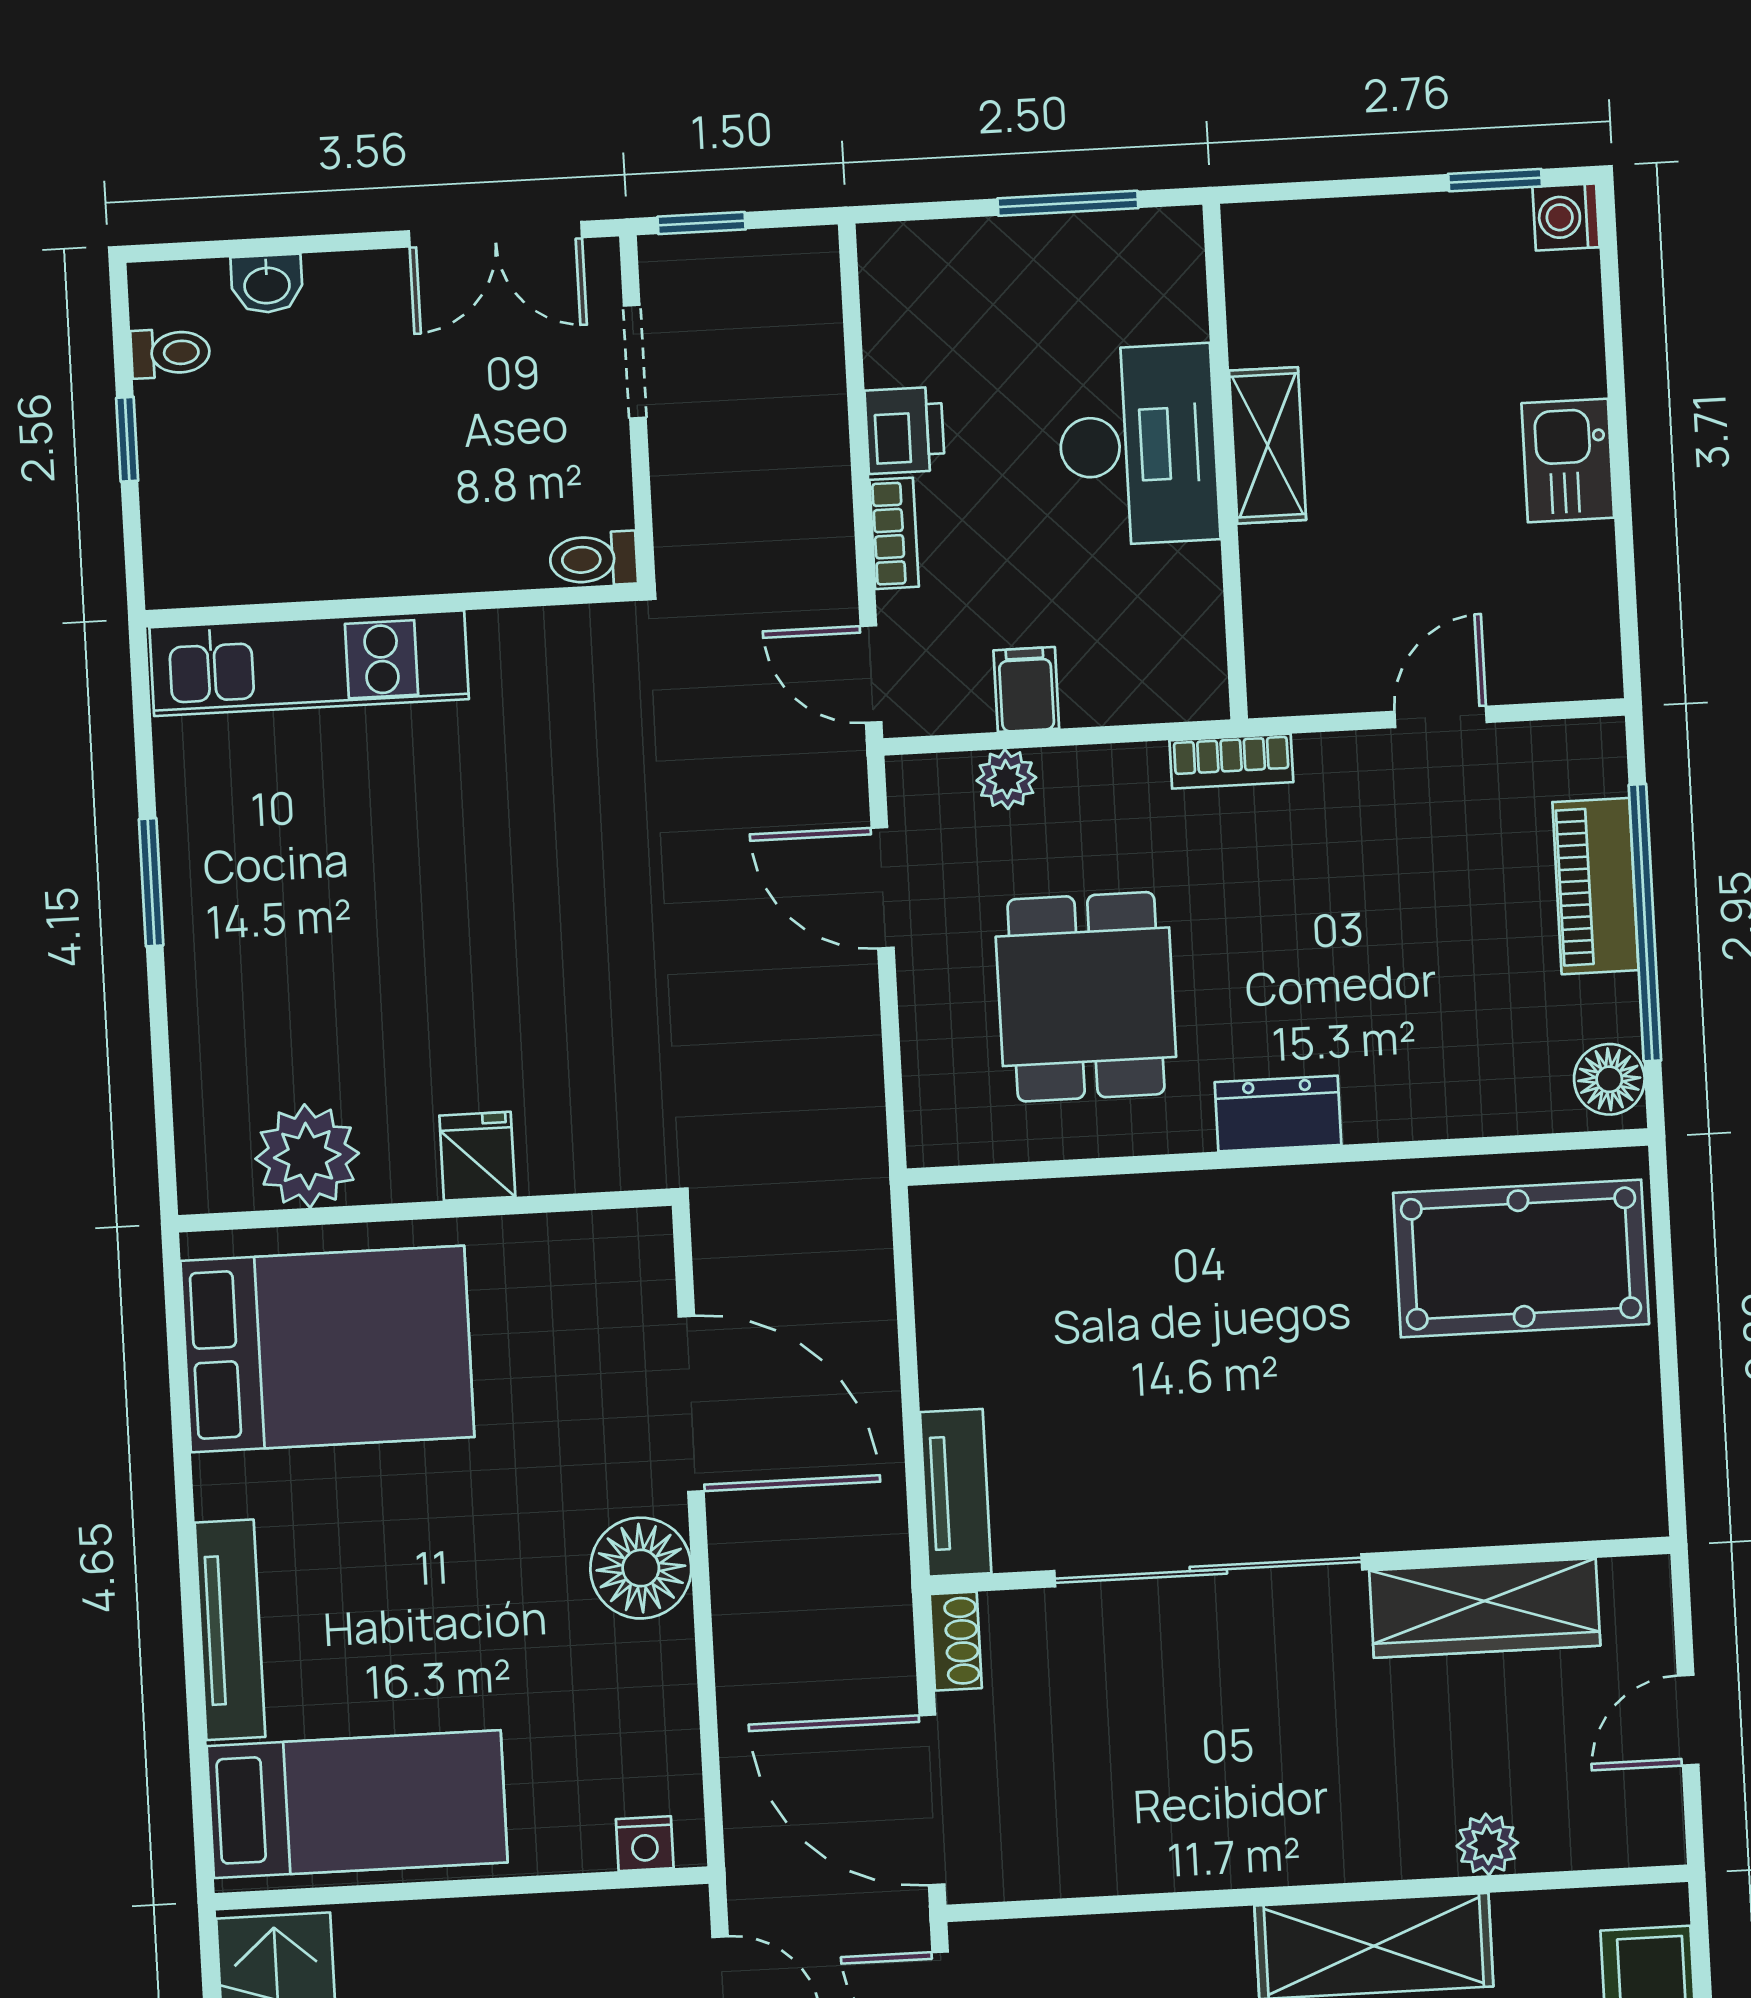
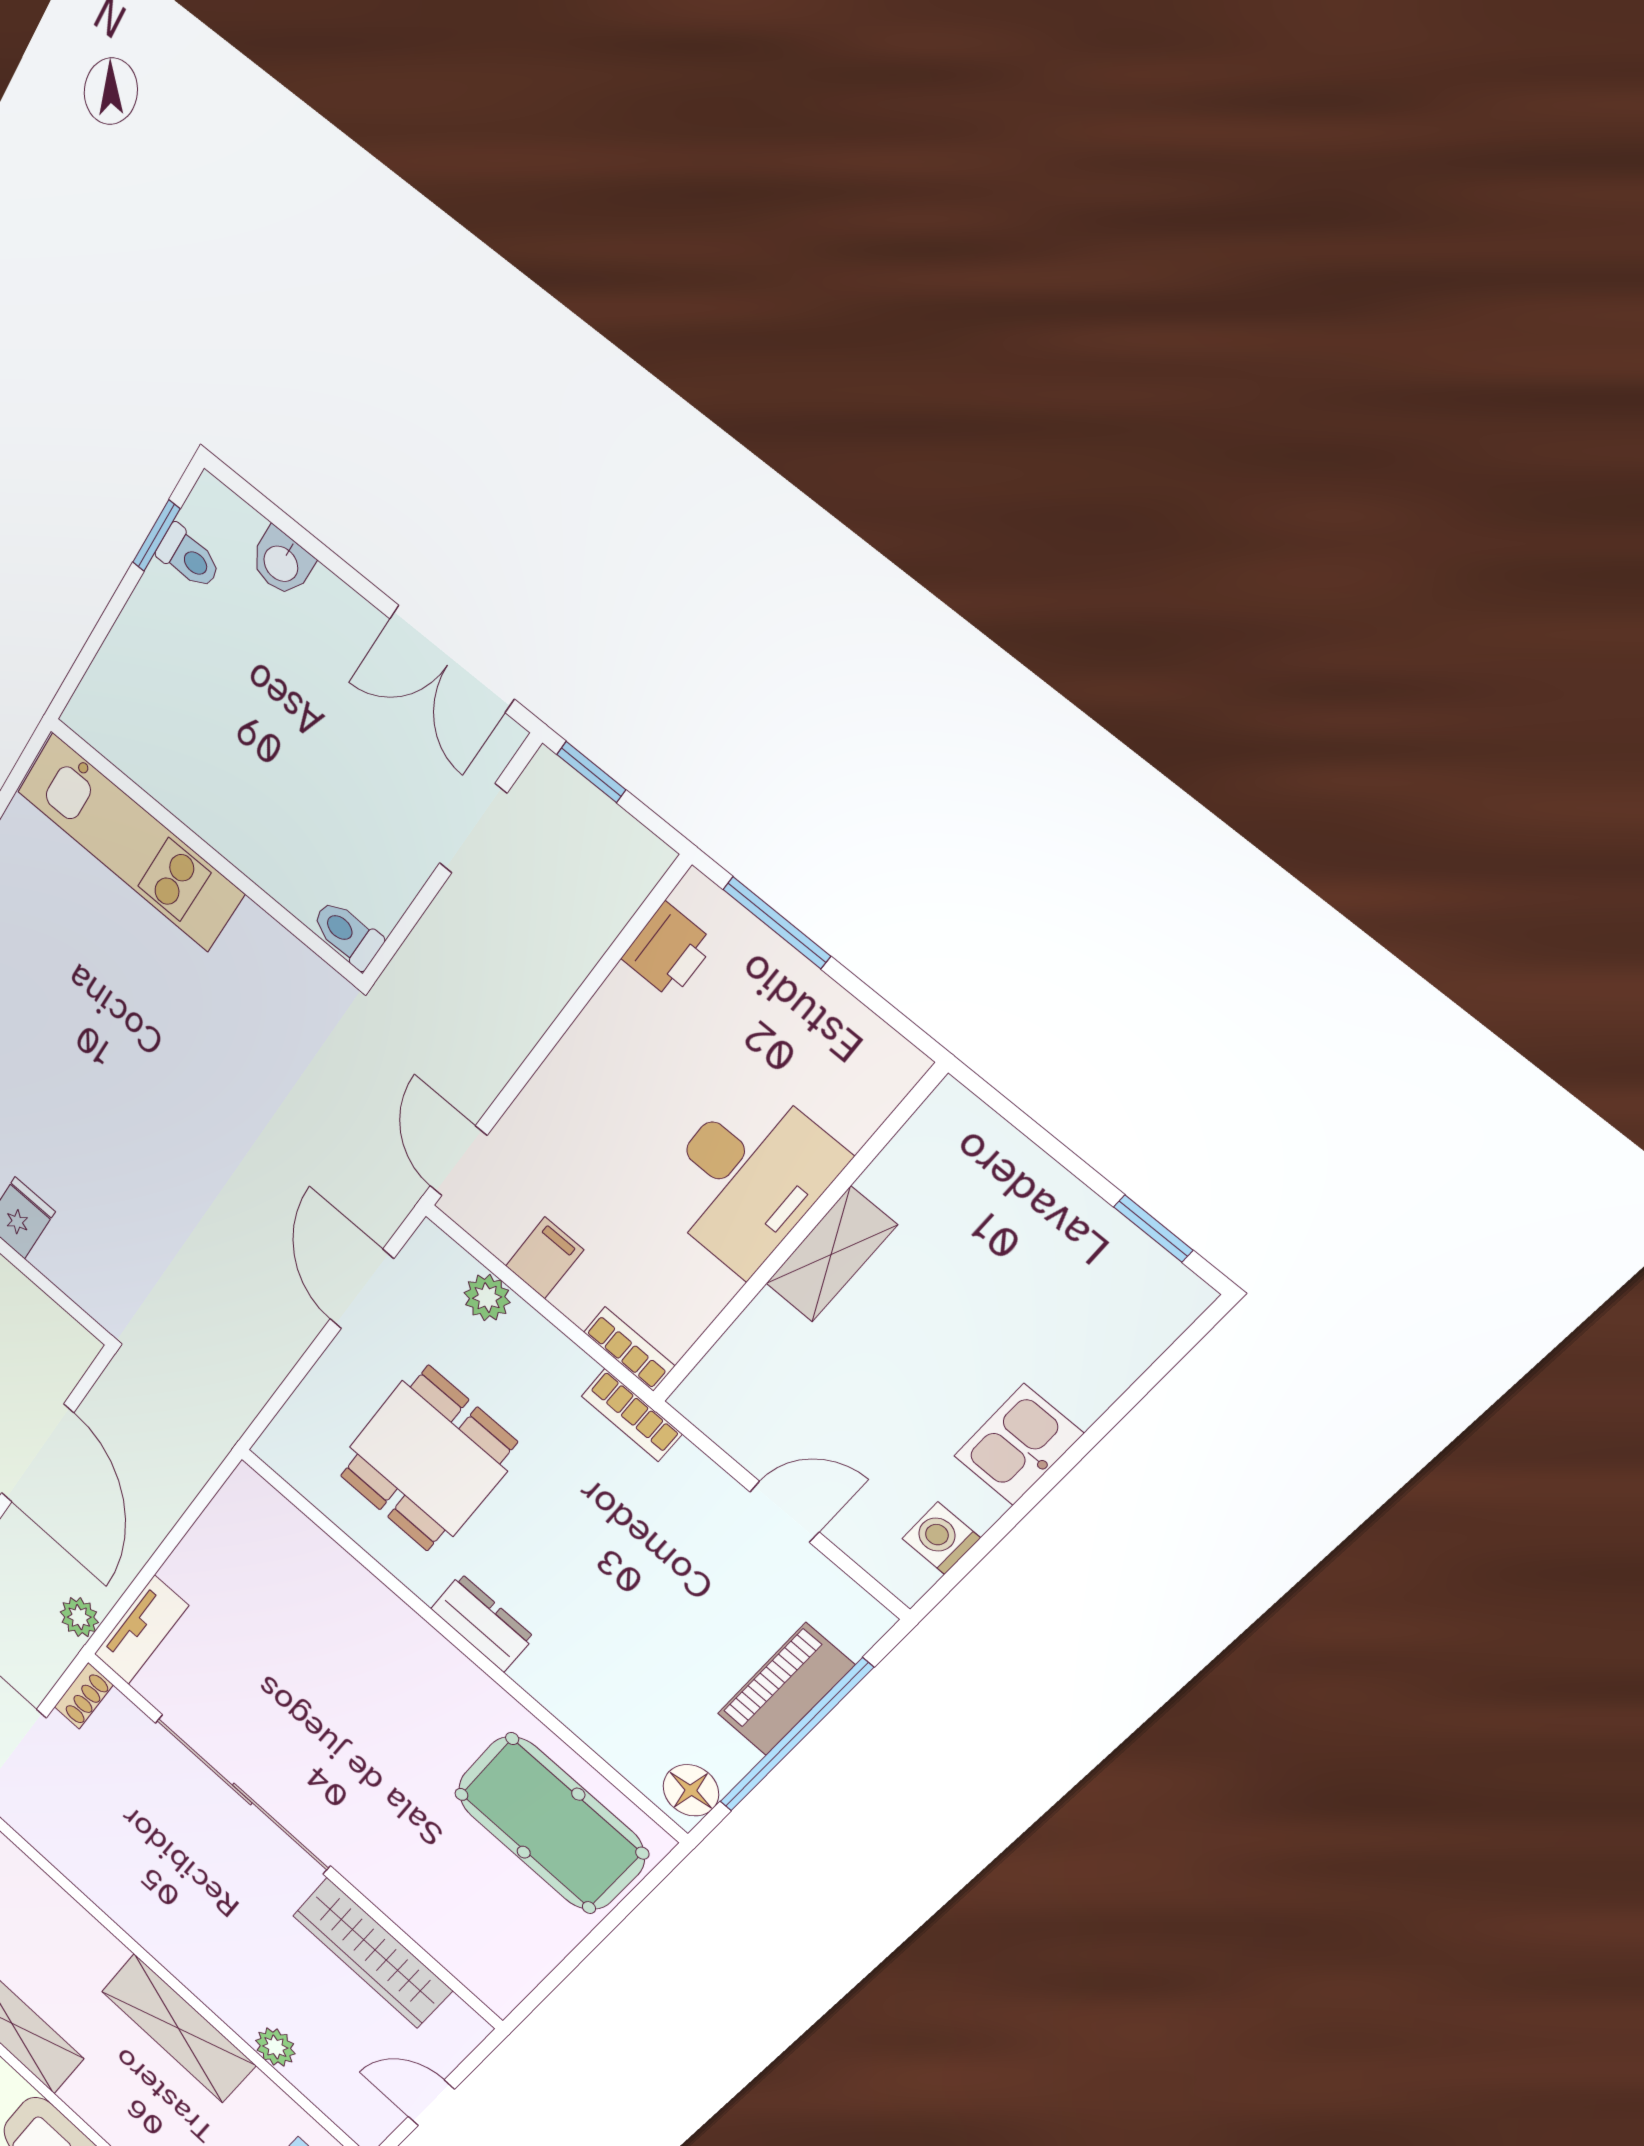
window: (1068, 203) -> (777, 923), moved
washing machine: (1566, 217) -> (941, 1538), moved
printer: (905, 430) -> (668, 951), moved
window: (127, 439) -> (156, 536), moved
bookcase: (894, 533) -> (629, 1349), moved, turned -90
plant: (880, 1550) -> (79, 1617), added

